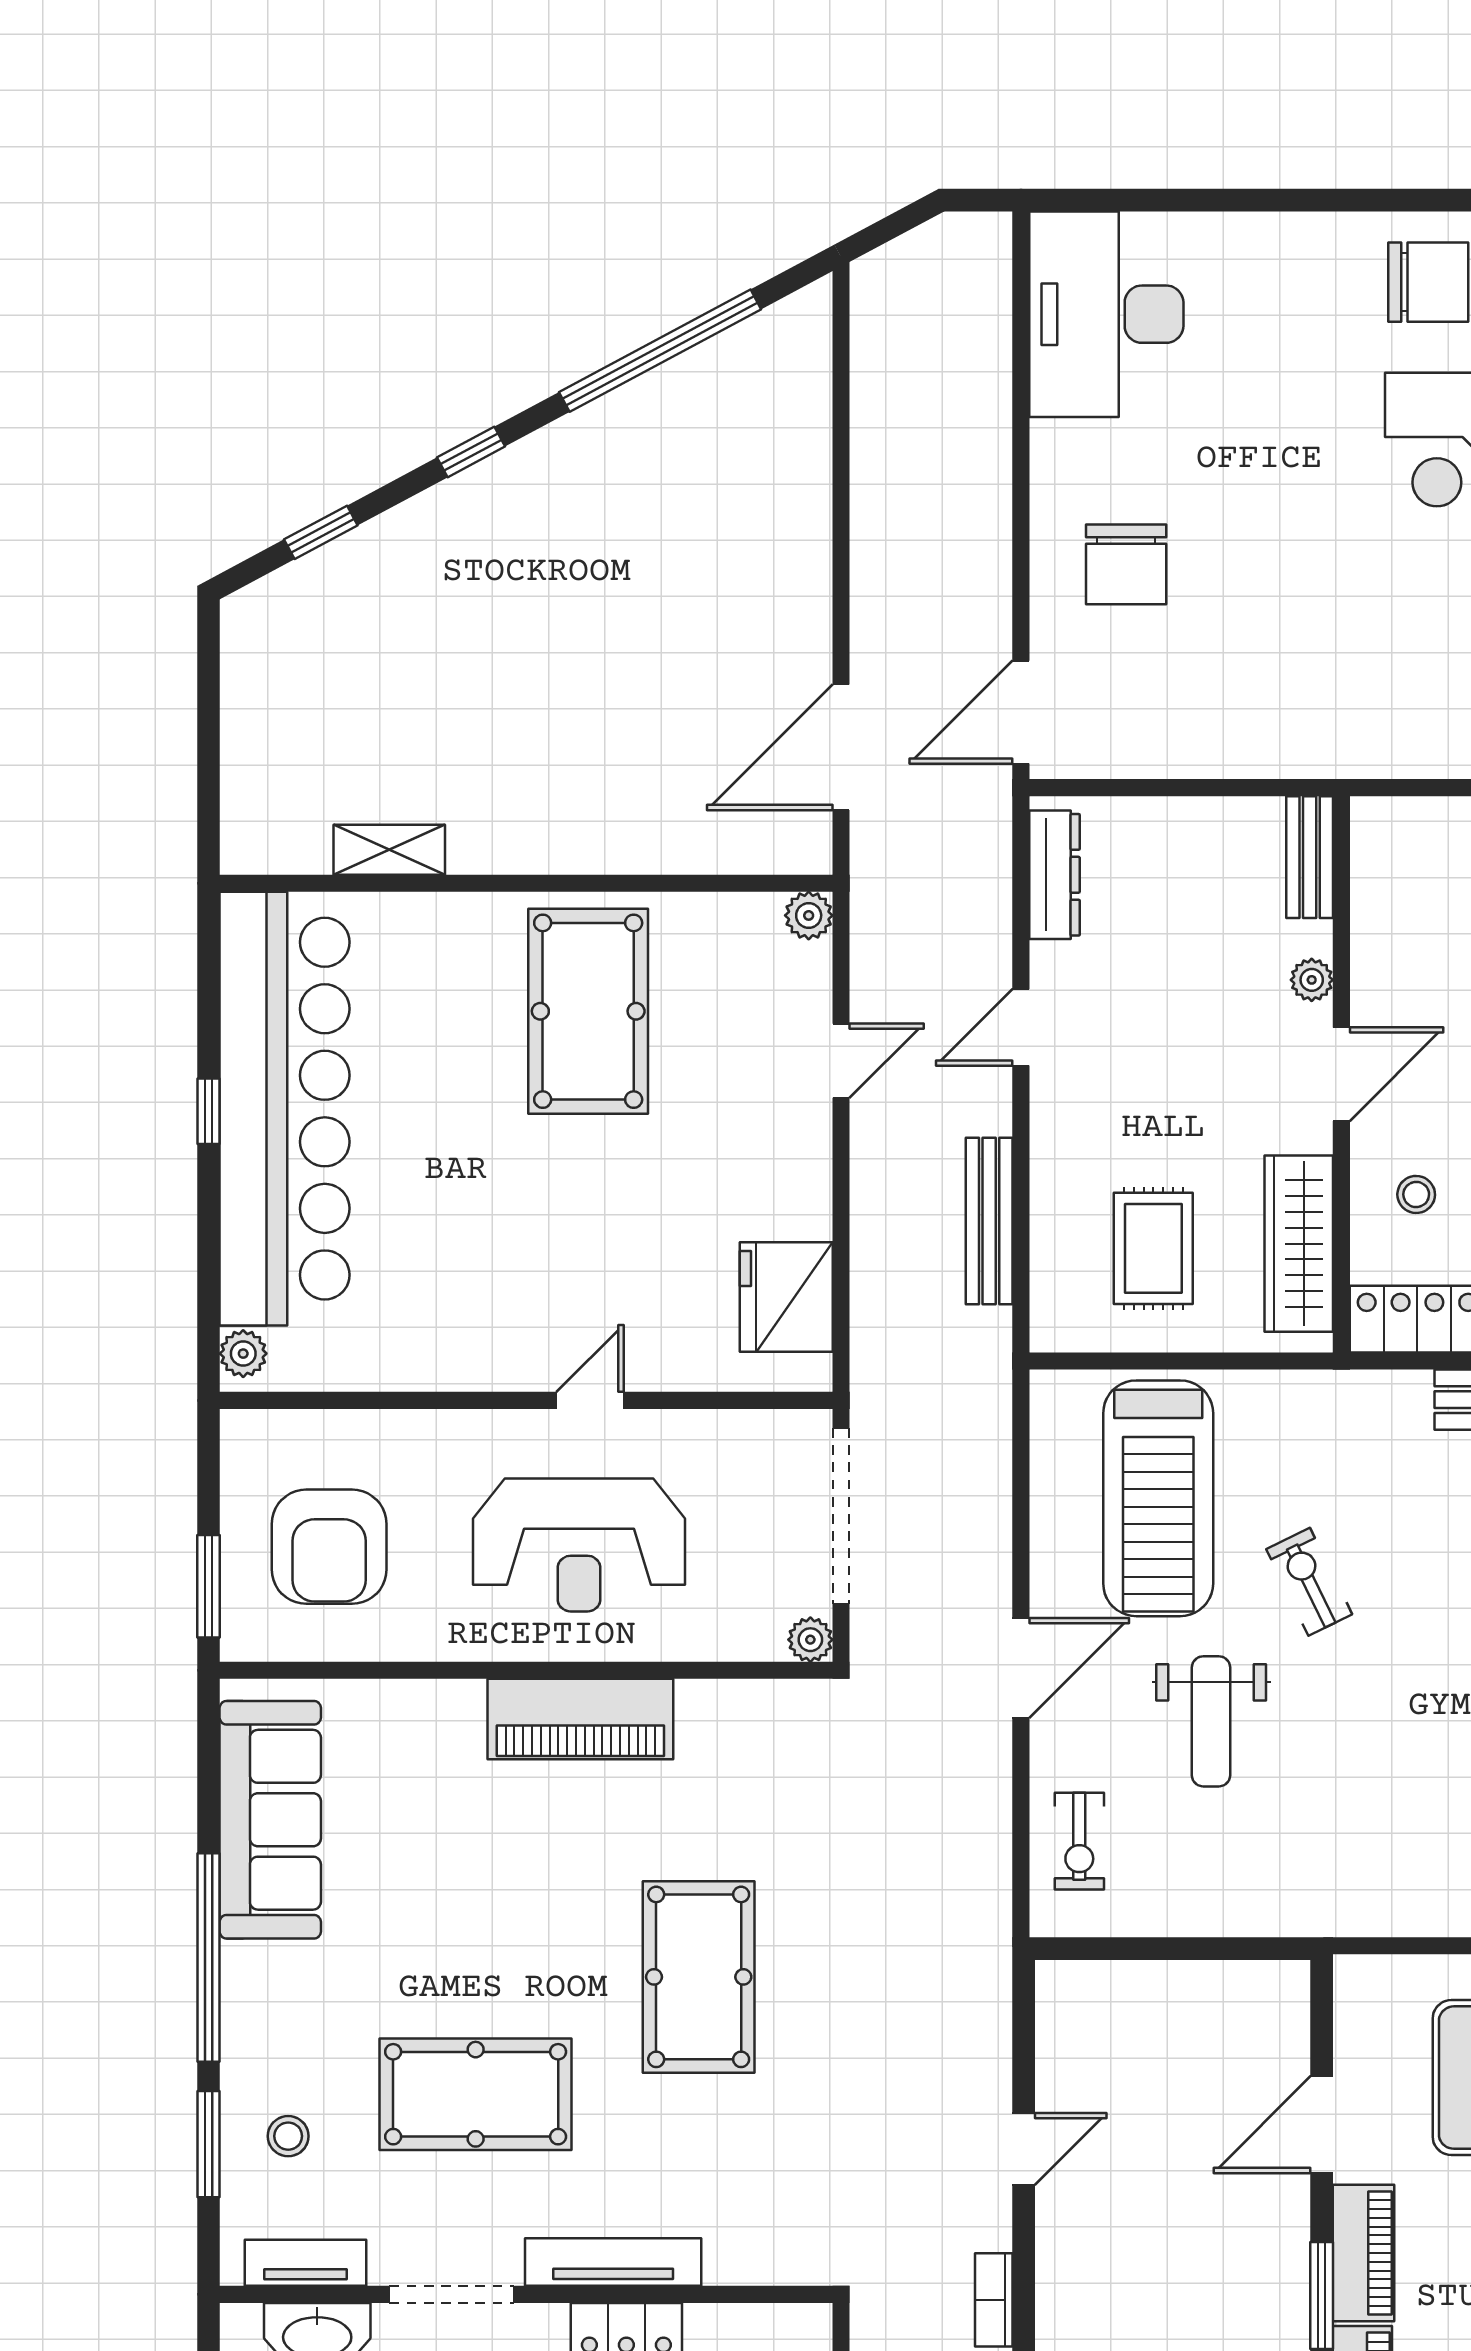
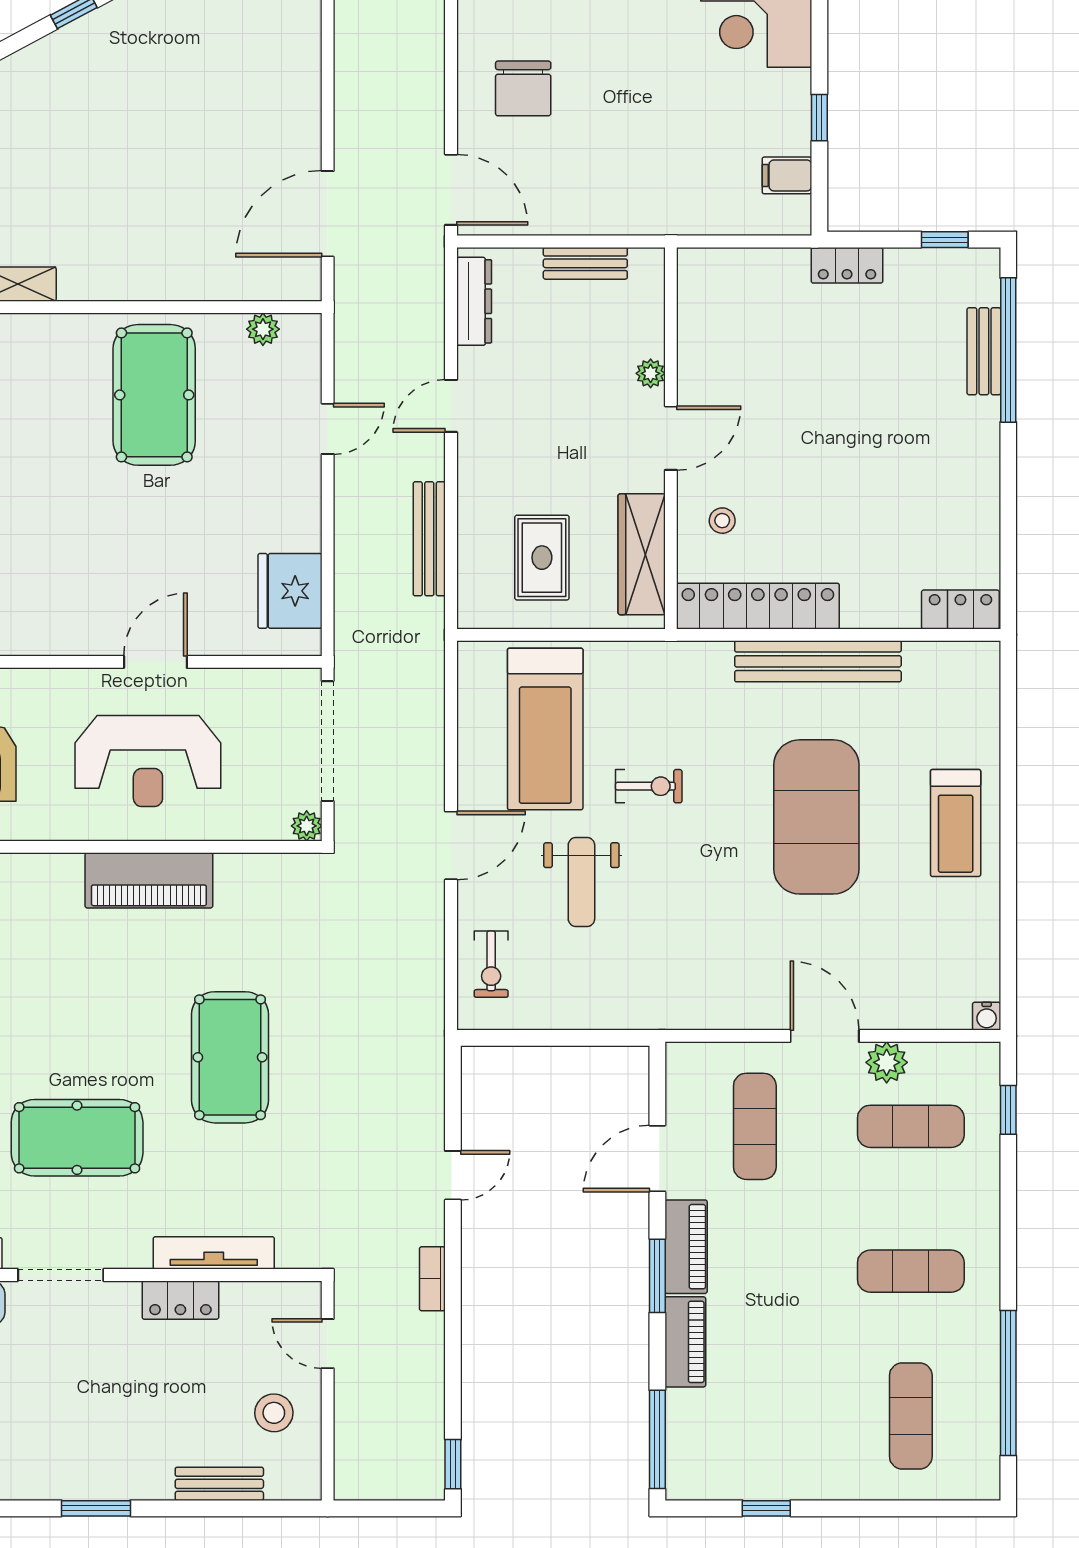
door: (1021, 712) -> (451, 190), swing flipped
bench: (1310, 857) -> (585, 263), moved, turned 90
plant: (809, 915) -> (263, 329), moved
door: (590, 1400) -> (155, 662), width x1.37
exercise bike: (1309, 1582) -> (649, 786), turned 116
tv unit: (613, 2262) -> (214, 1253), moved

